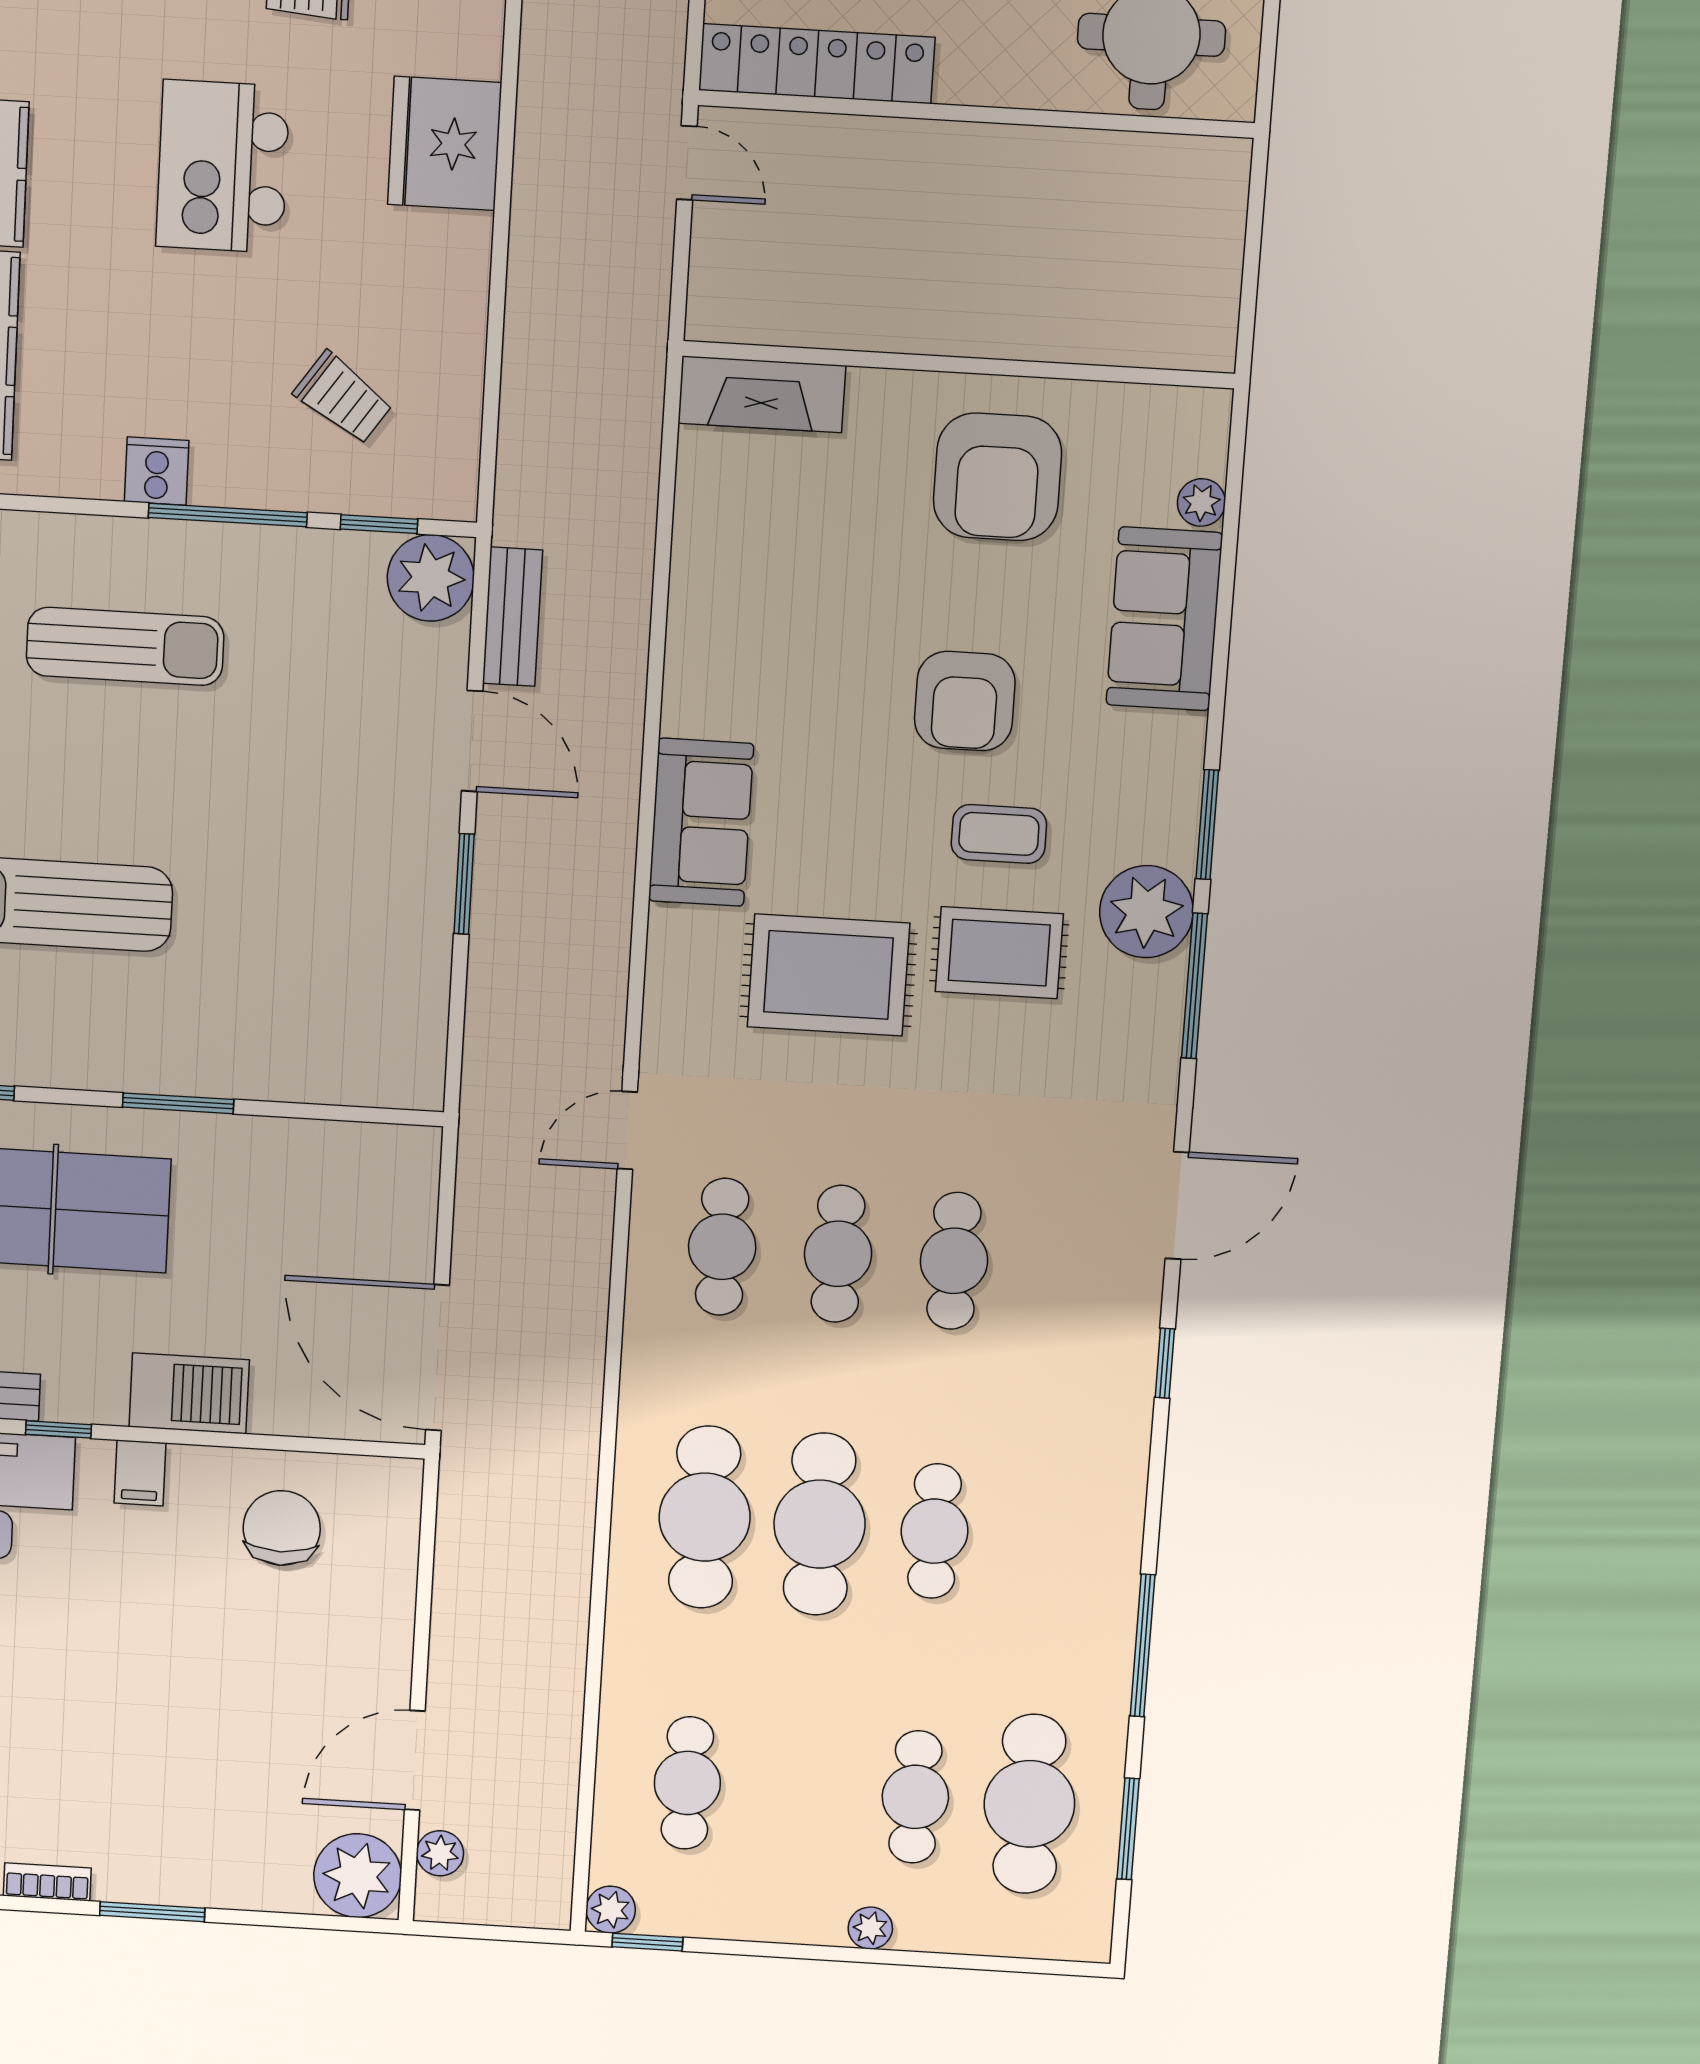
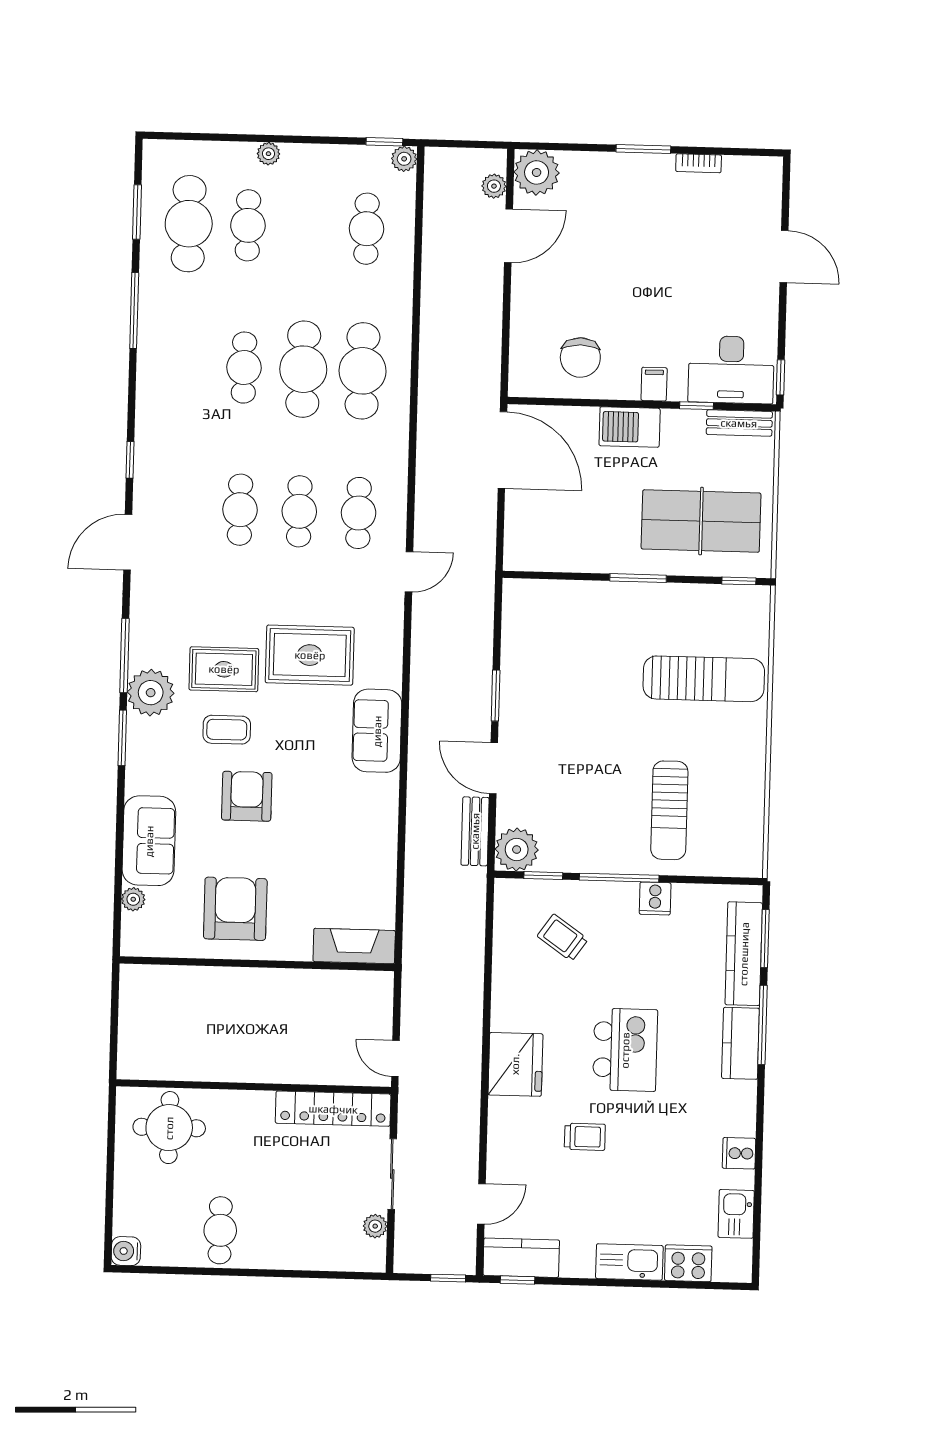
sun lounger: (125, 646) -> (669, 810), turned -90

